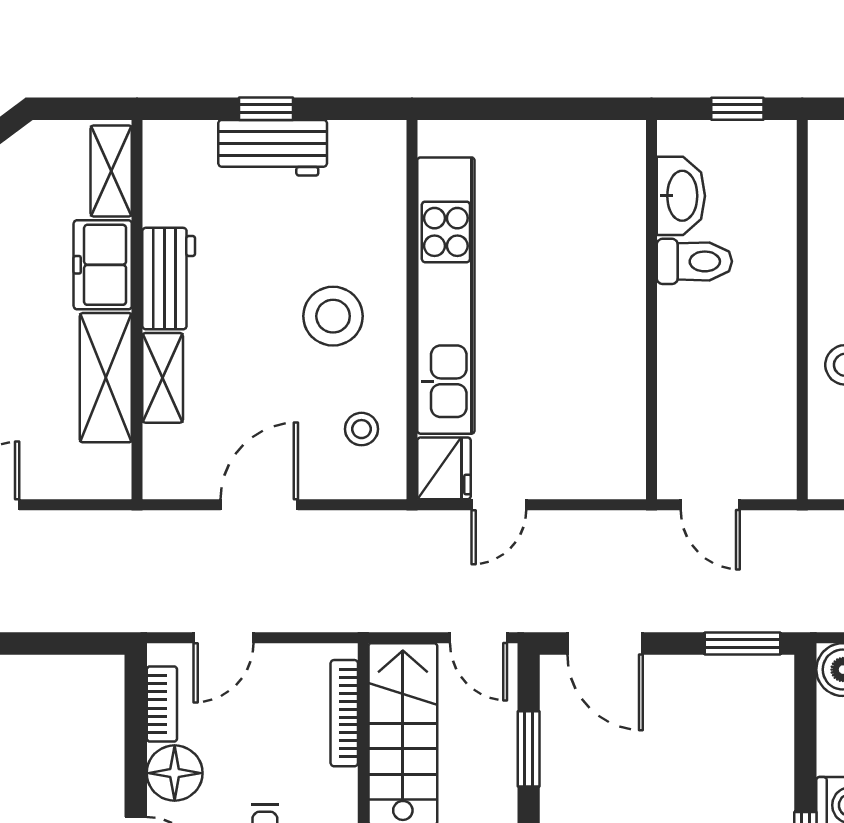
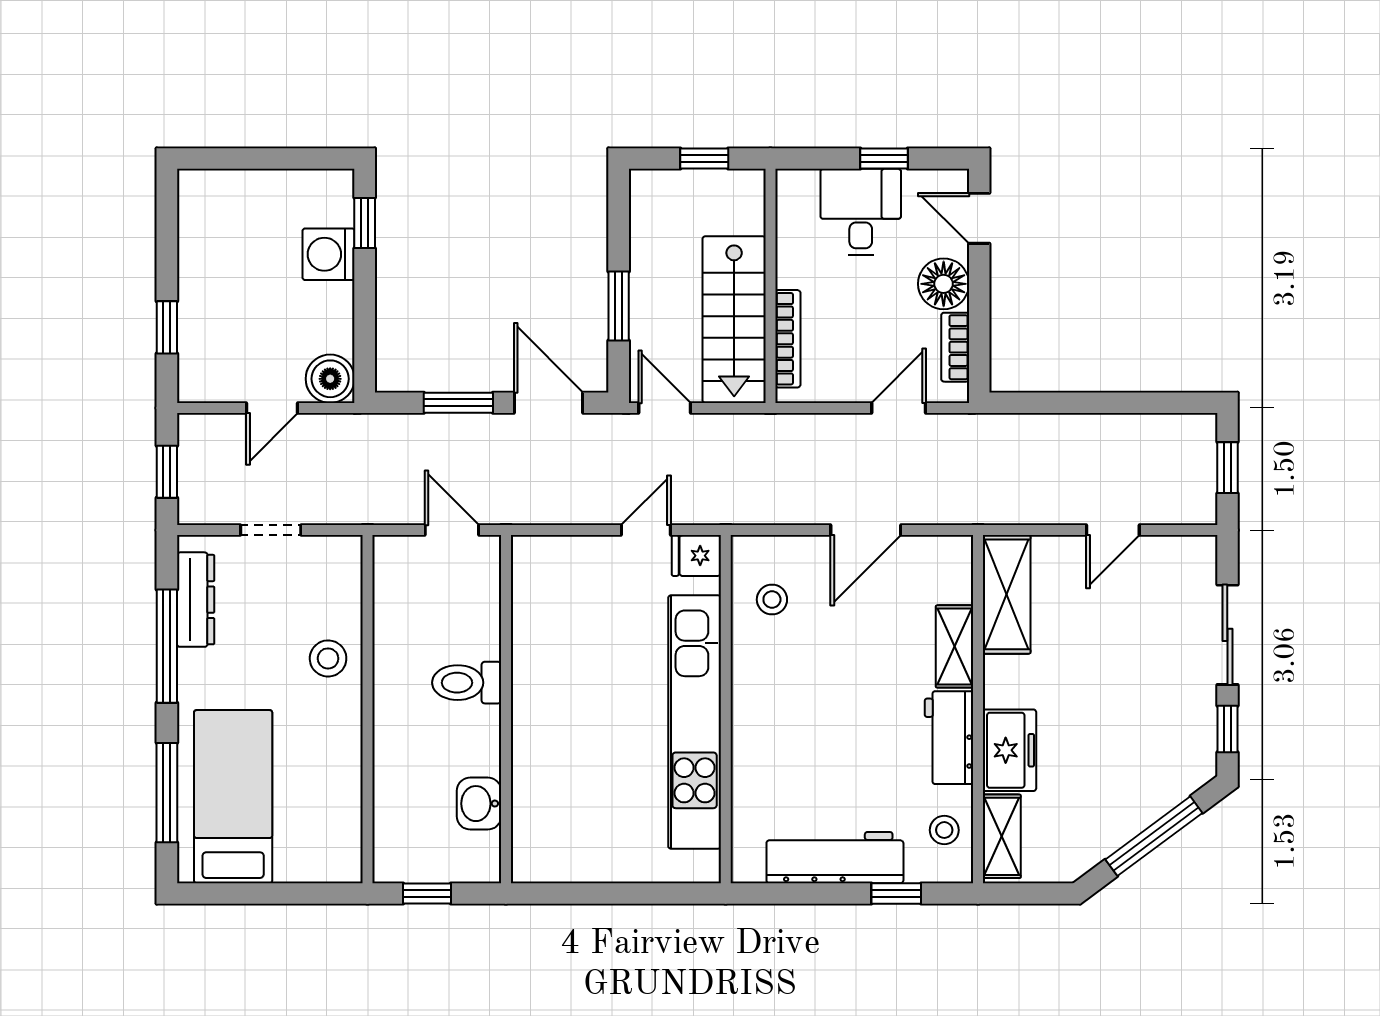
window: (266, 109) -> (896, 894), moved
workbench: (273, 148) -> (835, 858), width x1.38
washbasin: (681, 196) -> (479, 804), width x0.72
toilet: (694, 261) -> (467, 683), moved
stool: (333, 316) -> (944, 830), moved, width x0.53, depth x0.53
shelving: (106, 378) -> (1007, 594), moved
fridge: (444, 468) -> (696, 556), width x0.72
window: (743, 643) -> (458, 403), moved

